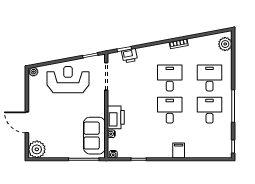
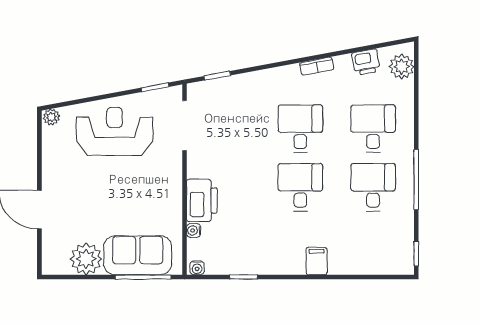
printer: (130, 56) -> (366, 62), moved
sofa: (94, 136) -> (138, 255), moved, turned 90
plant: (37, 149) -> (86, 259), moved

